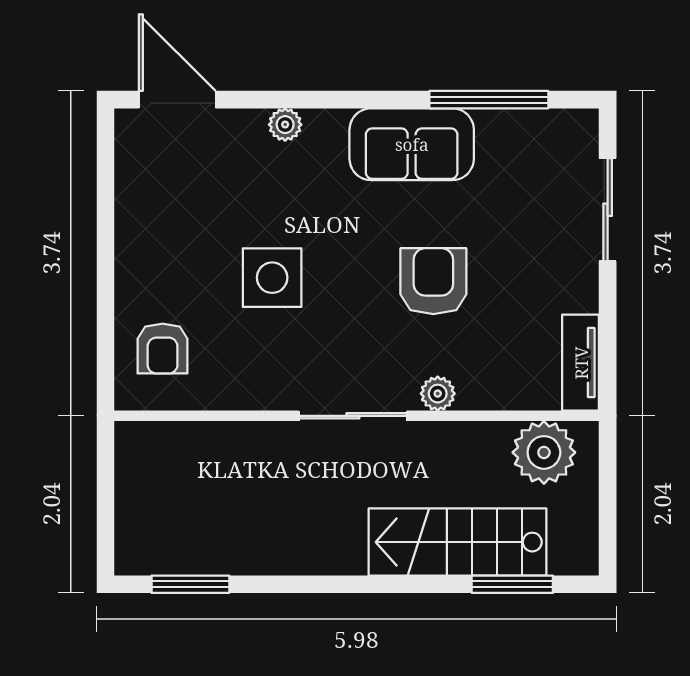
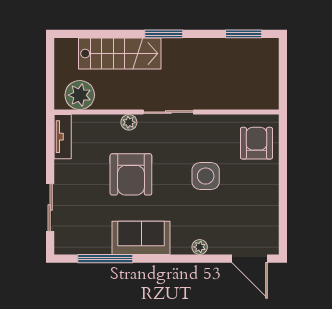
armchair: (433, 281) -> (131, 174), width x1.36, depth x1.36
armchair: (163, 349) -> (256, 143), width x1.38, depth x1.38
window: (512, 584) -> (164, 34), moved

